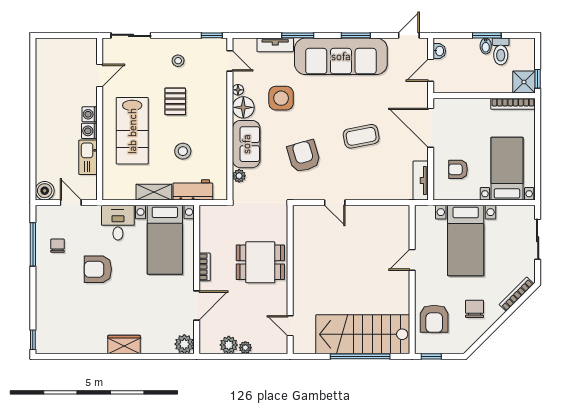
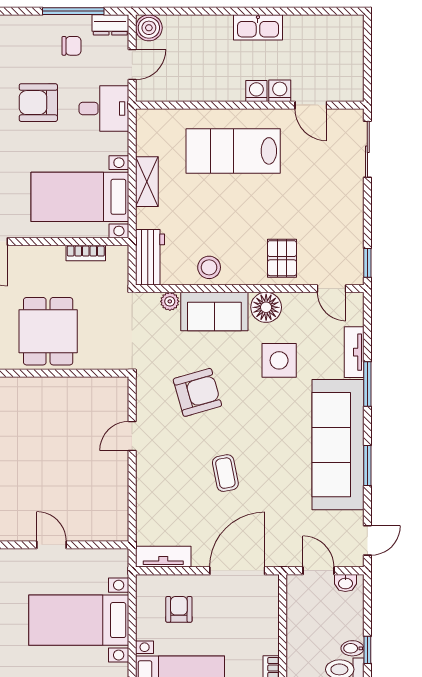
door: (409, 35) -> (367, 540), hinge flipped
window: (487, 35) -> (367, 650), width x0.67
stool: (178, 61) -> (332, 215), removed
door: (230, 61) -> (332, 289), hinge flipped
floor lamp: (238, 90) -> (291, 300), removed
pallet: (175, 101) -> (282, 258), moved, turned 90
washing machine: (89, 131) -> (280, 91), moved
coffee table: (361, 136) -> (225, 473), width x0.73, depth x0.77
stool: (183, 151) -> (209, 267), moved
kitchen sink: (88, 157) -> (258, 27), moved, turned 180
workbench: (193, 190) -> (150, 257), moved
dresser: (43, 218) -> (110, 25), added
desk: (118, 223) -> (104, 108), moved
bookcase: (205, 267) -> (86, 253), moved
armchair: (98, 269) -> (38, 103), turned -90

